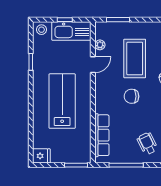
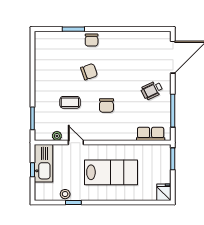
stool: (41, 30) -> (65, 194), moved
coffee table: (135, 58) -> (70, 102), width x0.54, depth x0.58
lab bench: (62, 101) -> (111, 172), turned 180
row of seats: (102, 135) -> (151, 134), width x0.68

